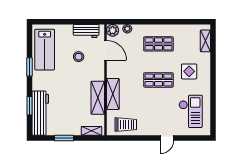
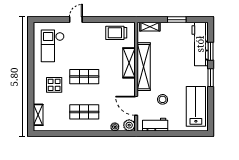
window: (30, 67) -> (211, 78), moved
shelving: (98, 98) -> (144, 67), width x1.47

